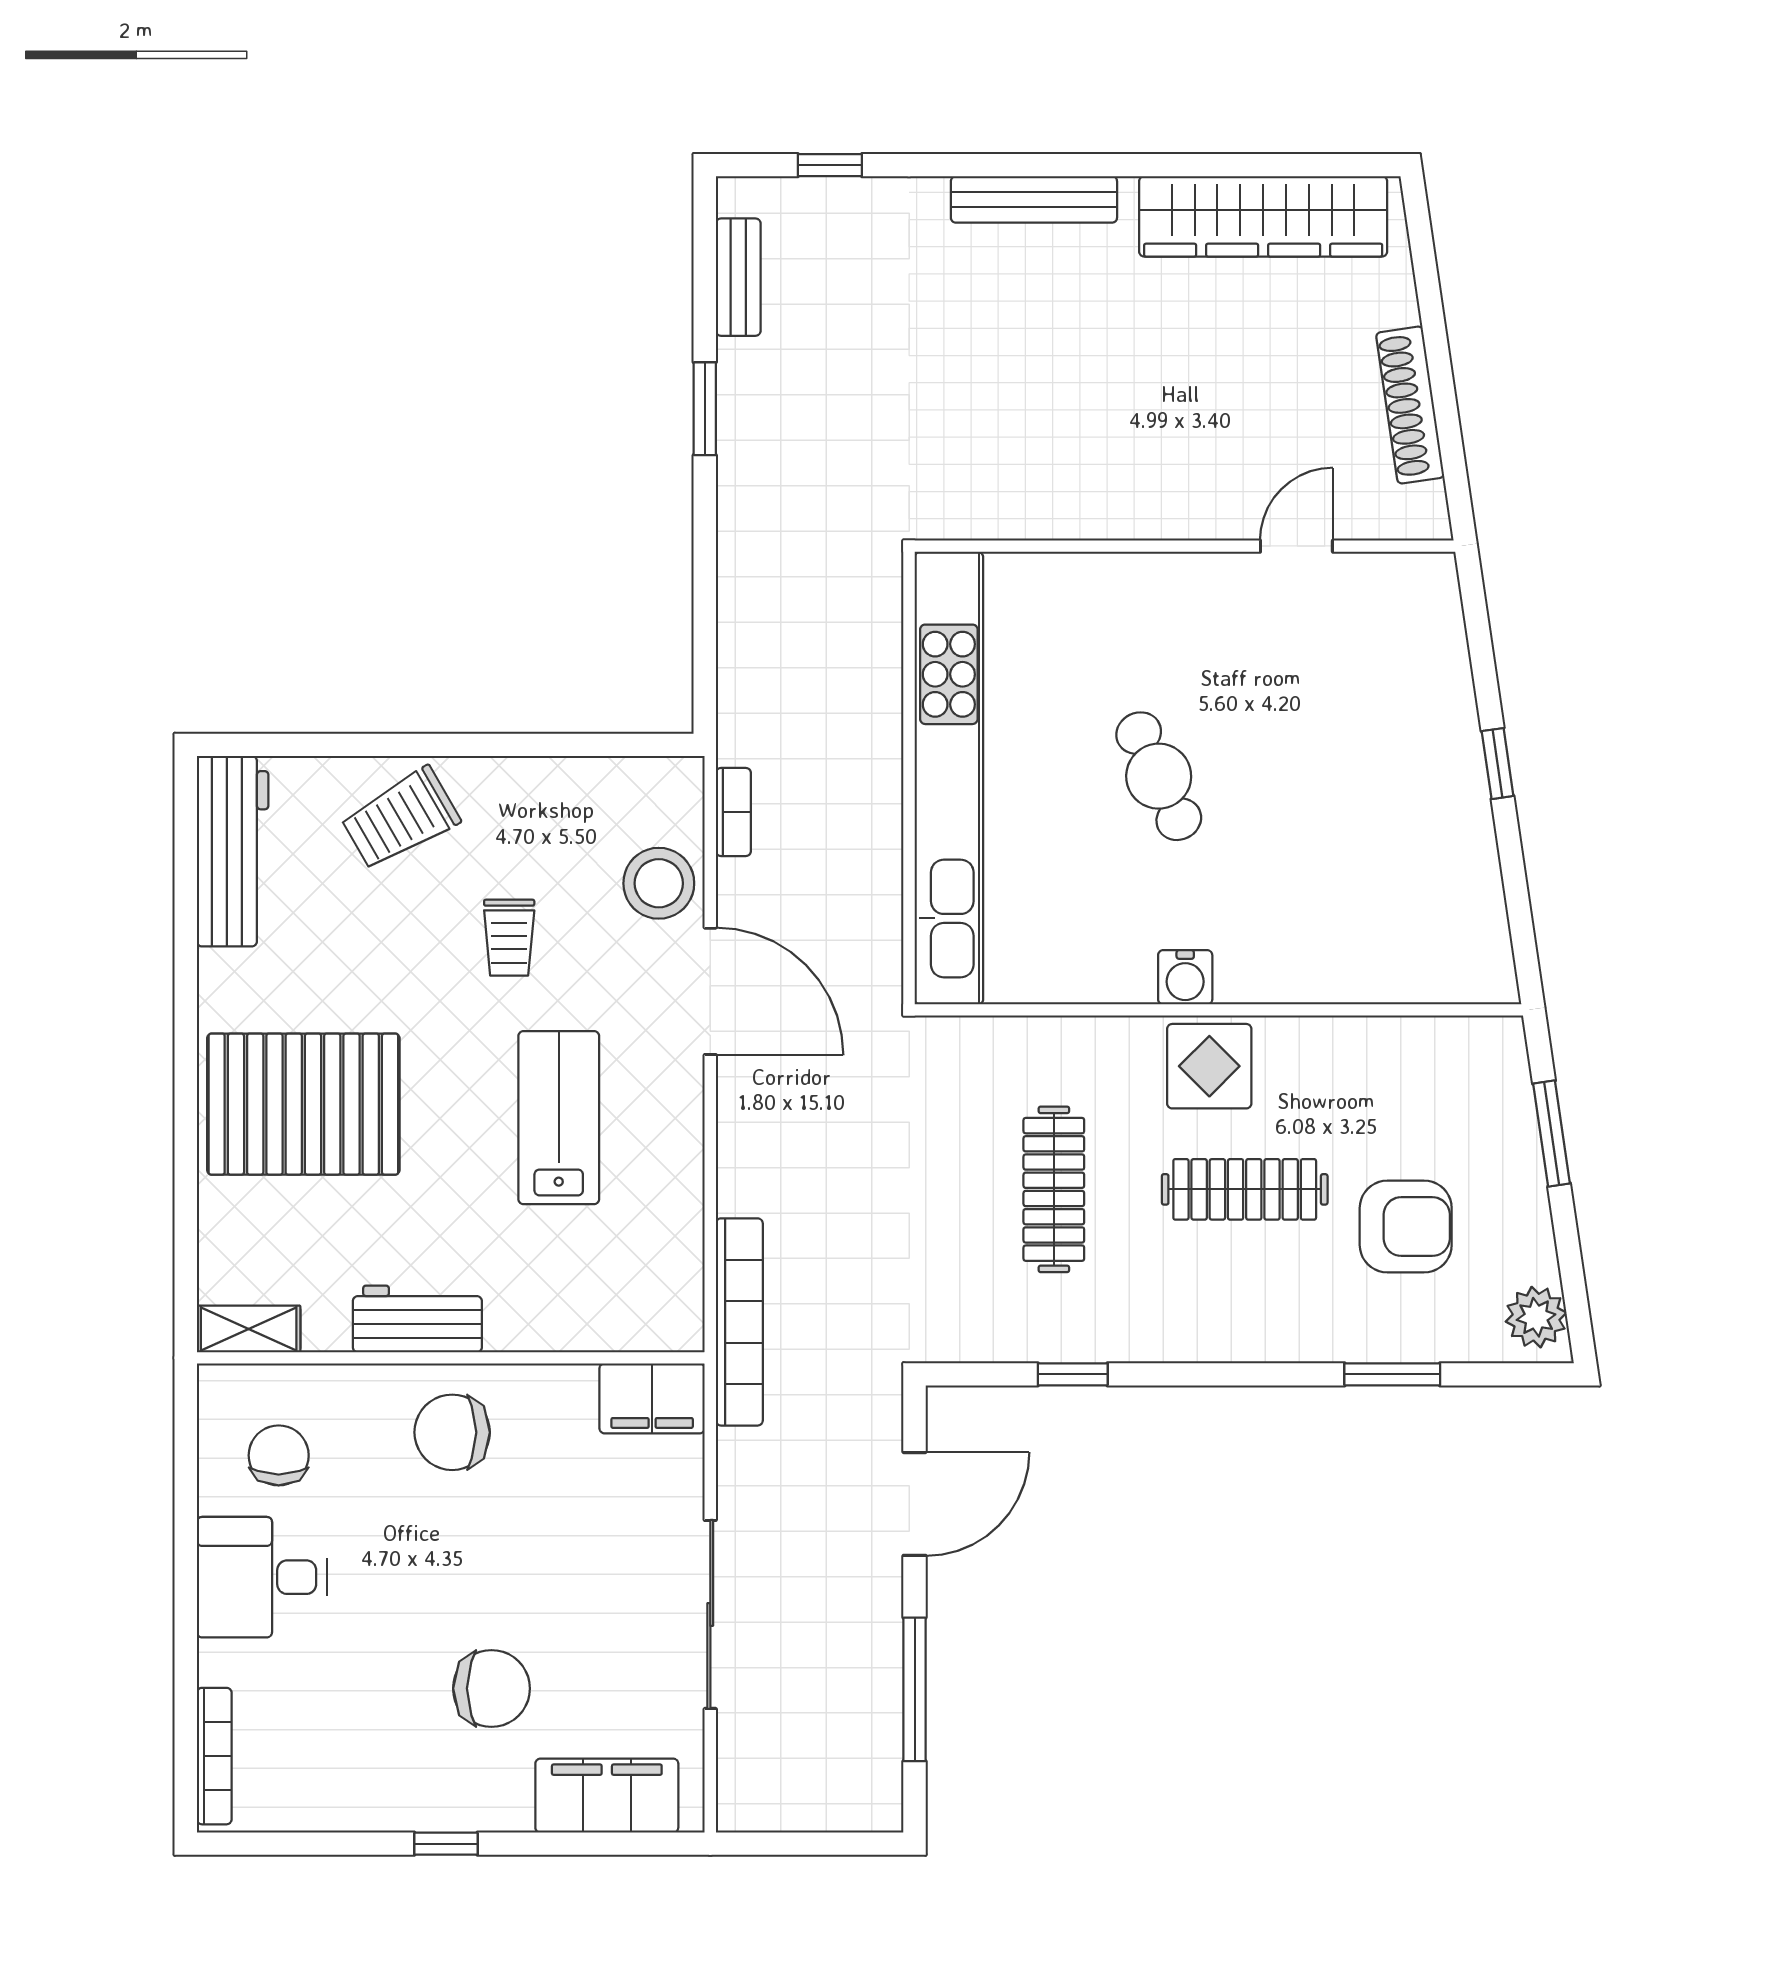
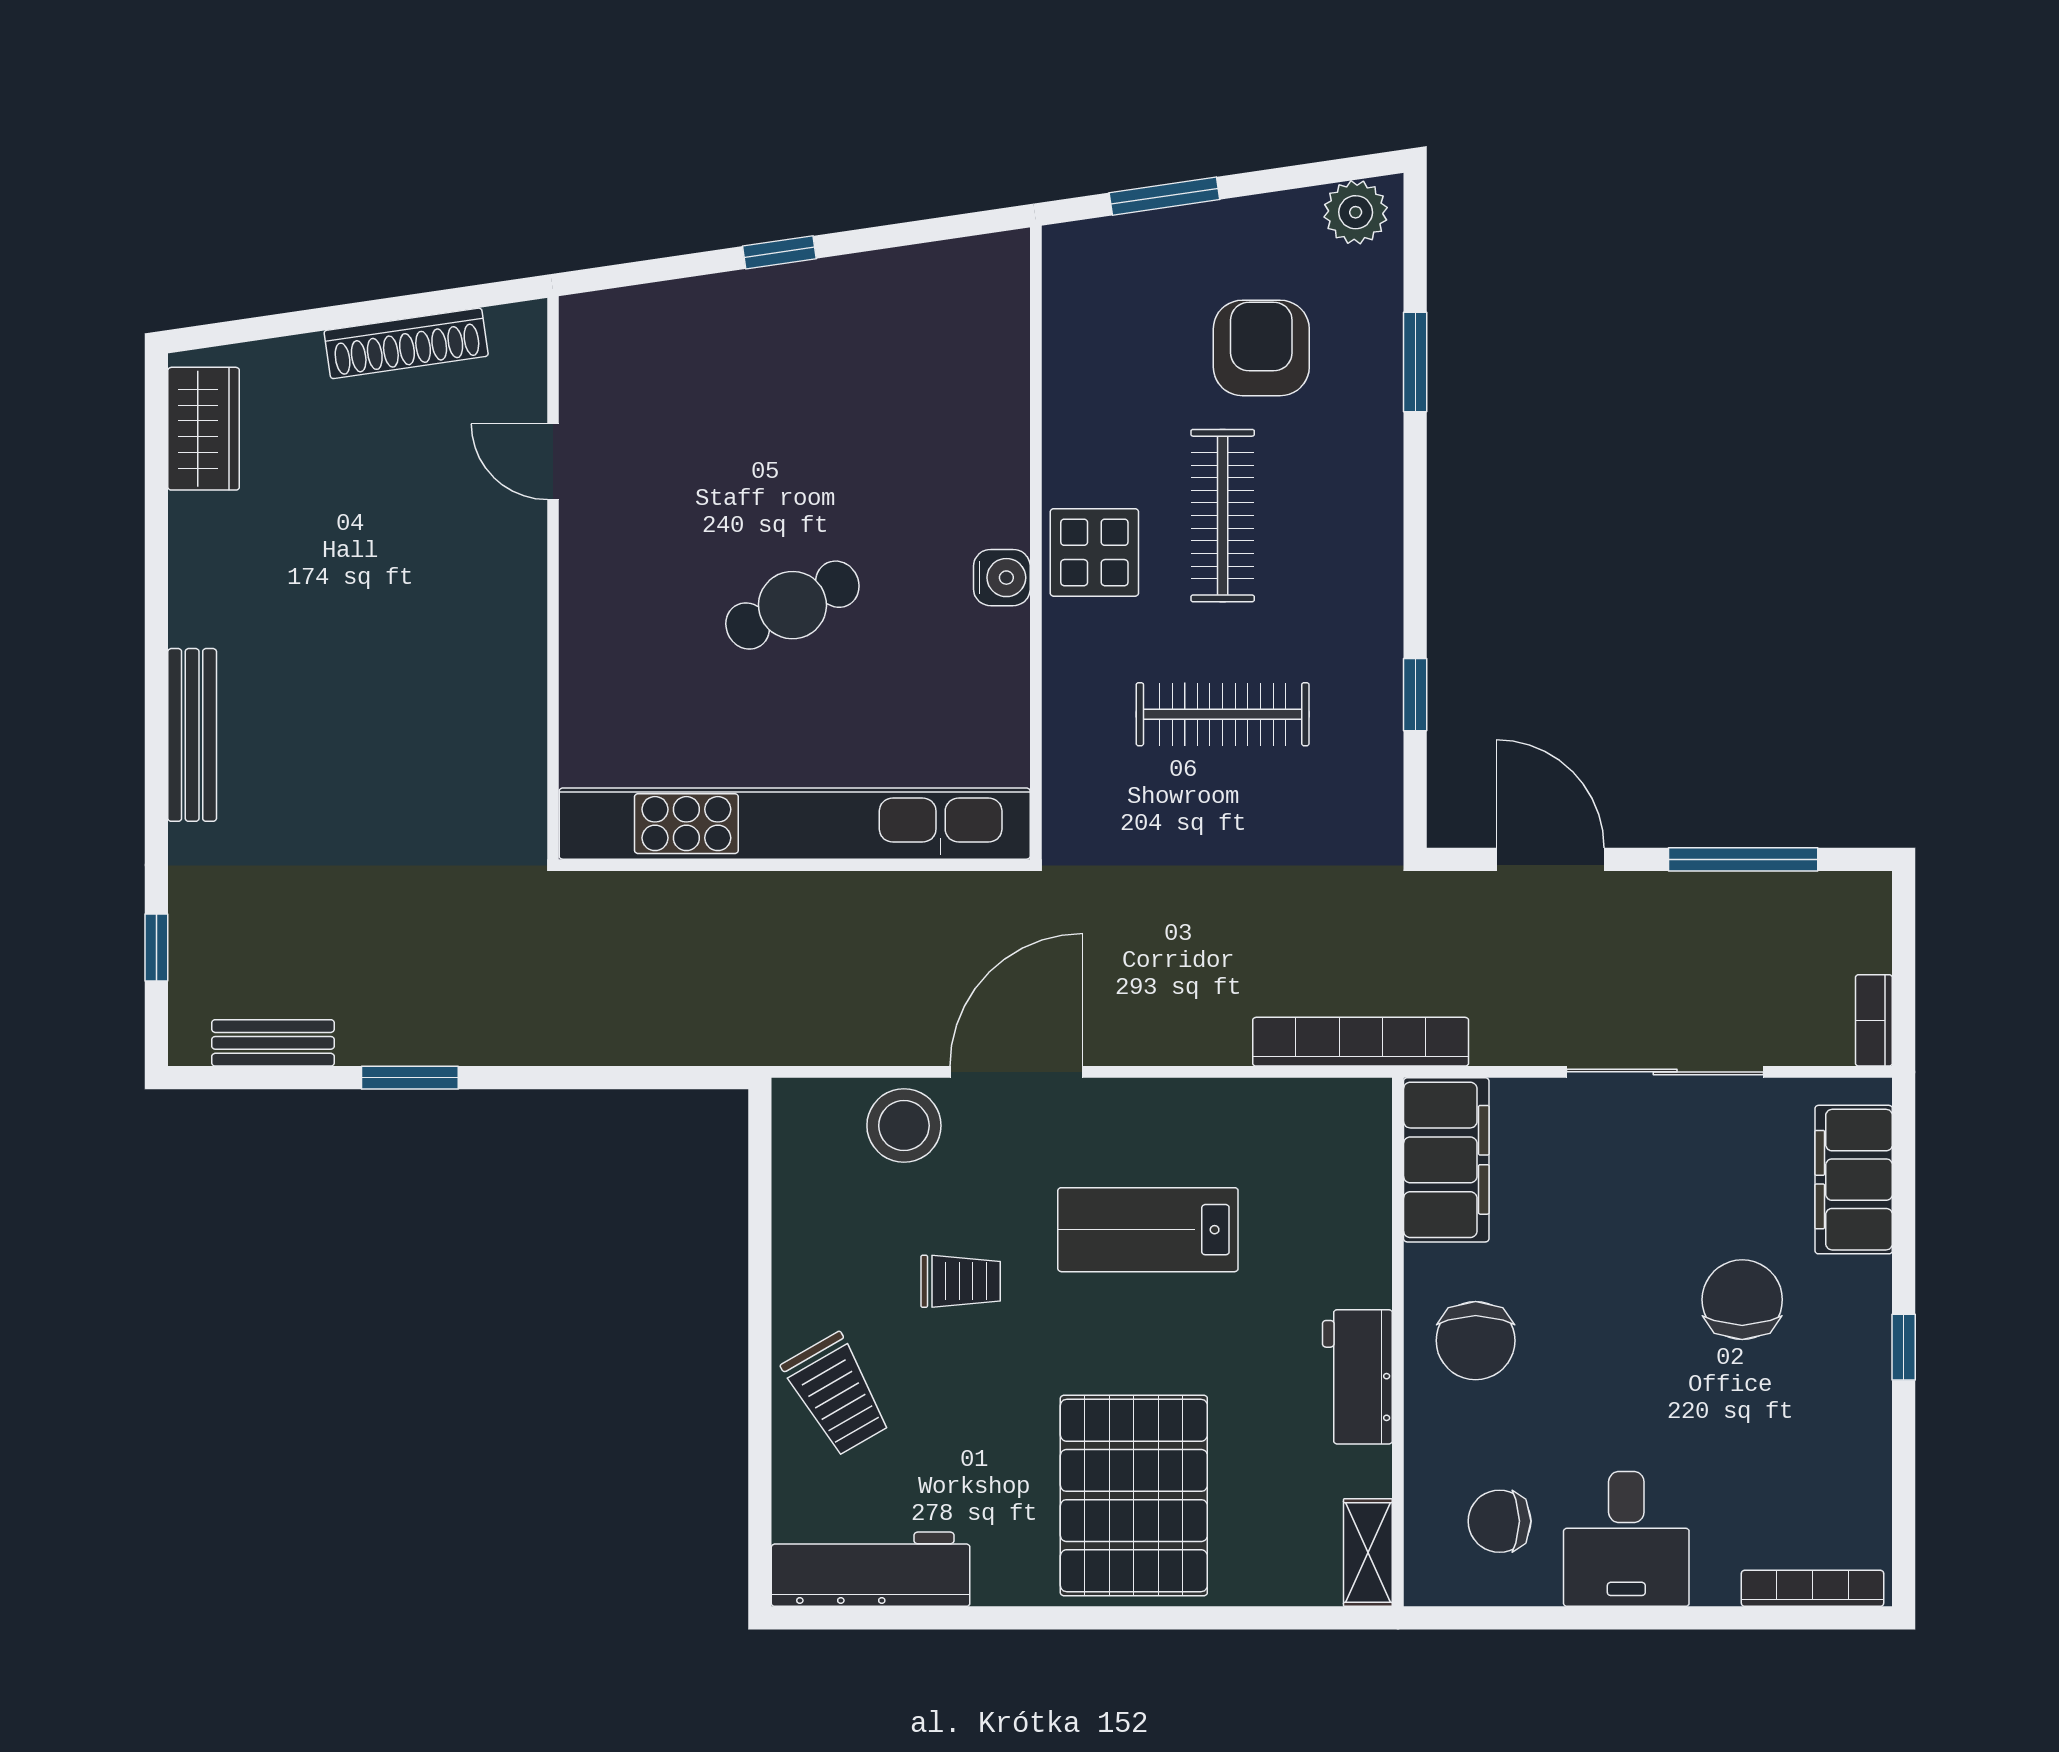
wardrobe: (1263, 216) -> (204, 429), width x0.48, depth x0.85
bookcase: (733, 812) -> (1874, 1020), moved, turned -90
filing cabinet: (652, 1398) -> (1446, 1160), width x1.50, depth x1.17

